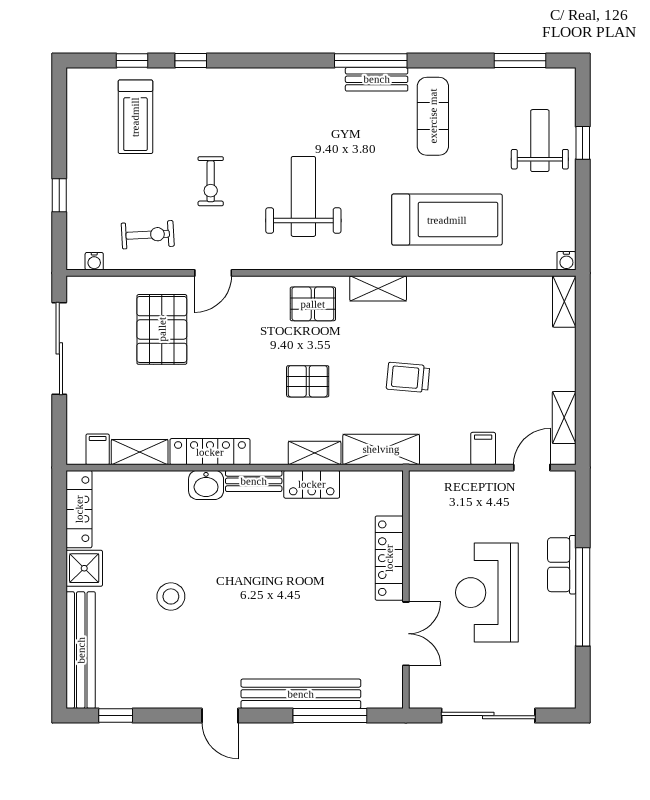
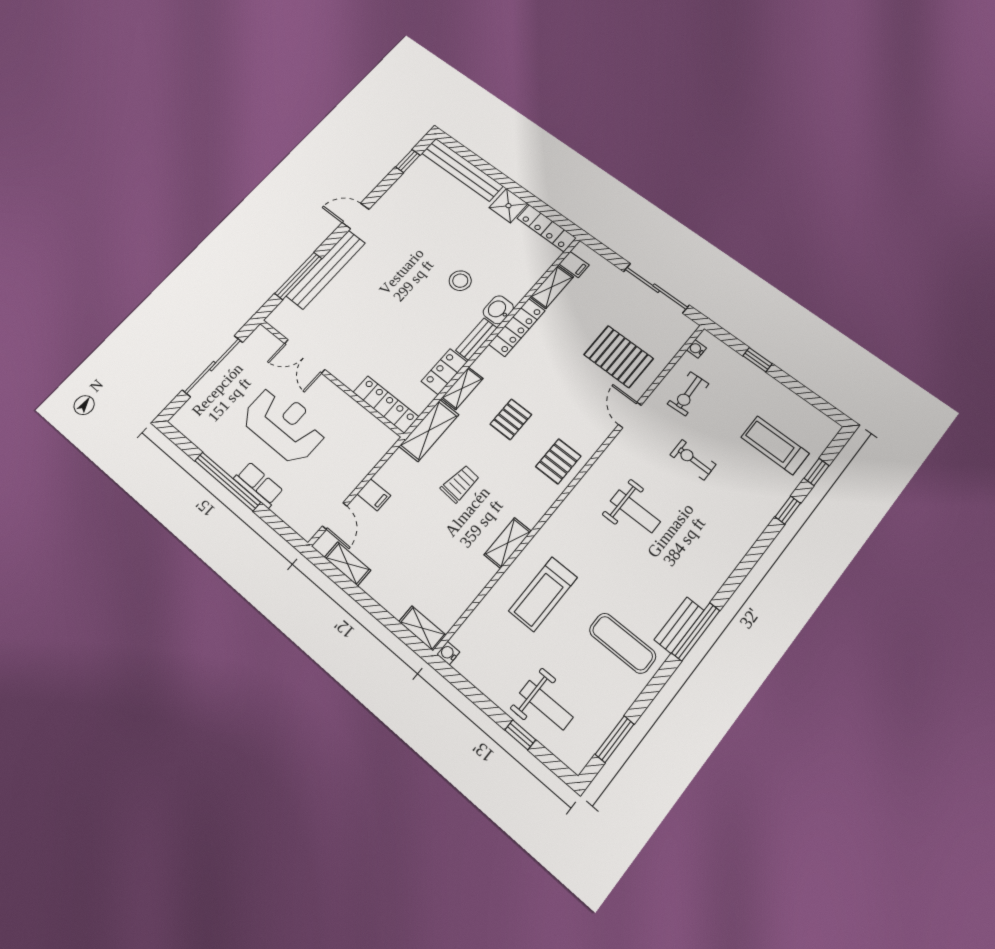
weight bench: (303, 196) -> (635, 511), width x0.73, depth x0.75
treadmill: (447, 220) -> (543, 594), width x0.73, depth x0.73
shelving: (378, 288) -> (508, 543), moved
locker: (389, 558) -> (386, 404), moved
stool: (171, 596) -> (460, 281), moved

